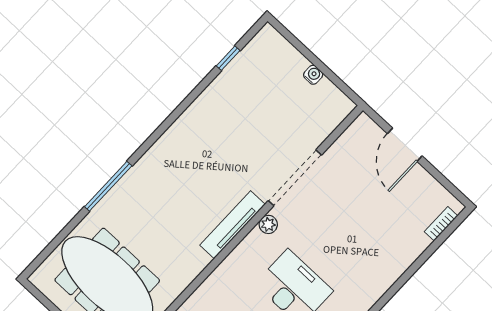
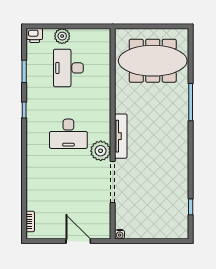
water cooler: (313, 75) -> (120, 234), moved
plant: (268, 224) -> (101, 151), width x1.88, depth x1.88

